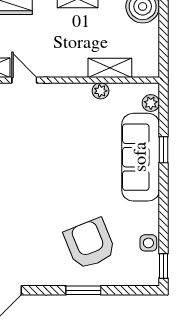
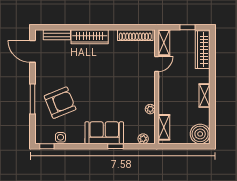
shelving: (110, 68) -> (164, 127), moved
sofa: (141, 157) -> (104, 133), width x0.73
window: (83, 290) -> (32, 99), width x1.44

